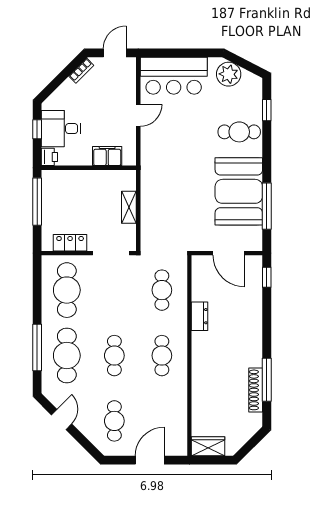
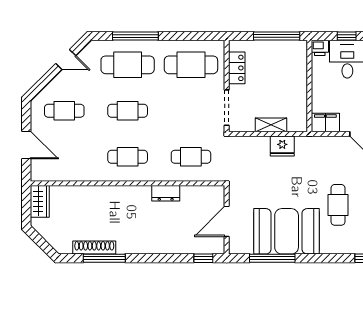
cafe table: (239, 132) -> (338, 205), moved
filing cabinet: (107, 156) -> (325, 123), moved, turned -90
fridge: (151, 196) -> (282, 146), added

